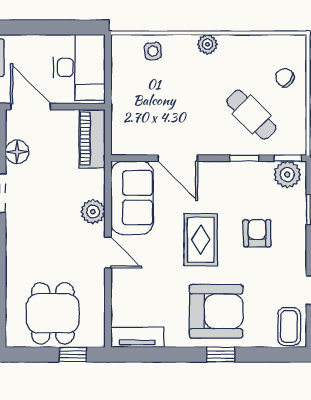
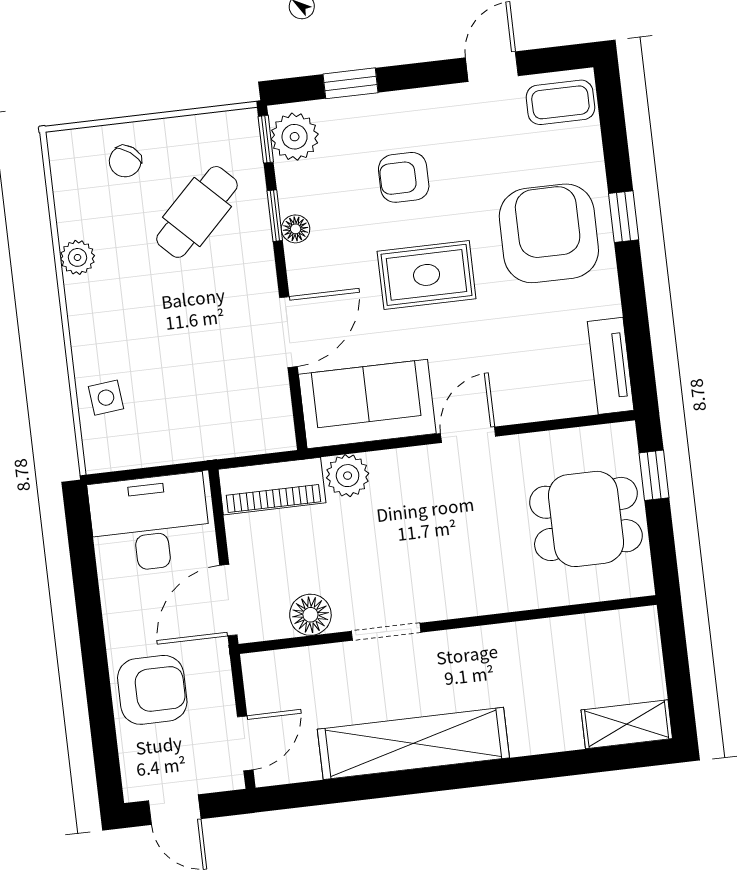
plant: (207, 44) -> (77, 257), moved
floor lamp: (235, 169) -> (296, 229), added
plant: (93, 212) -> (348, 476), moved

